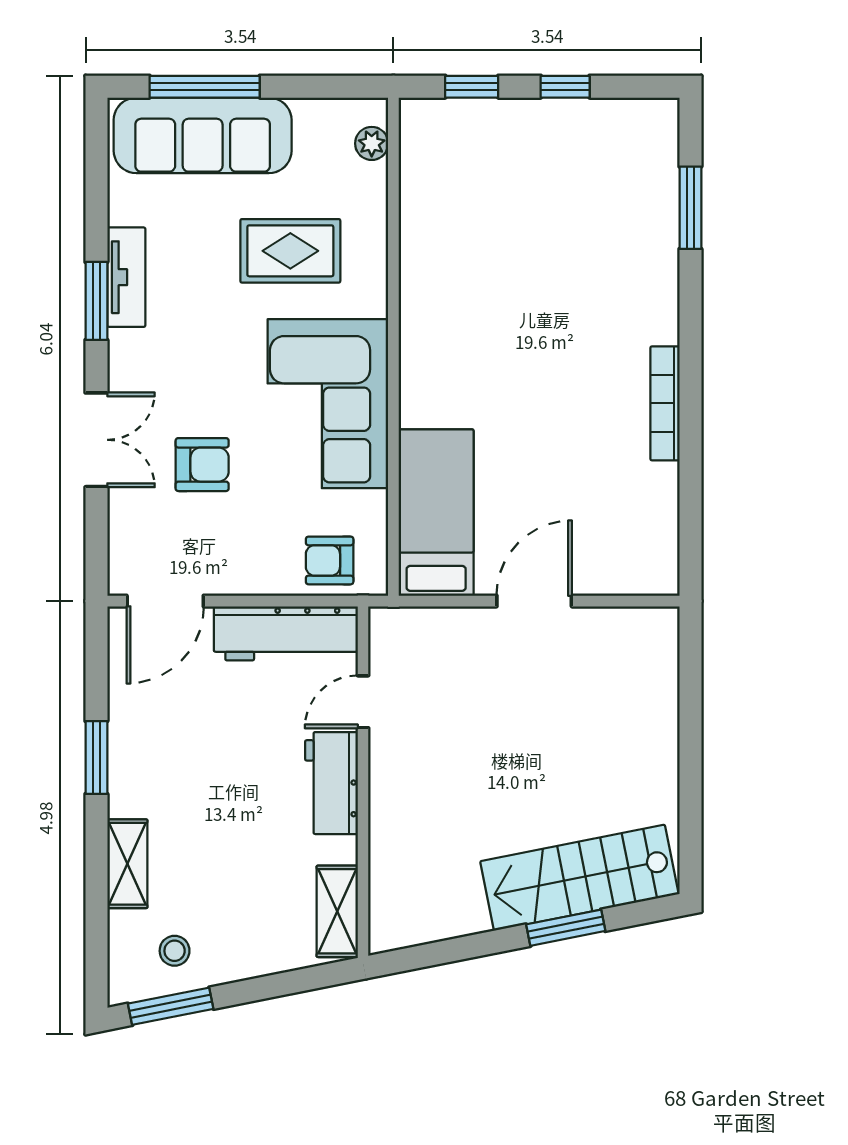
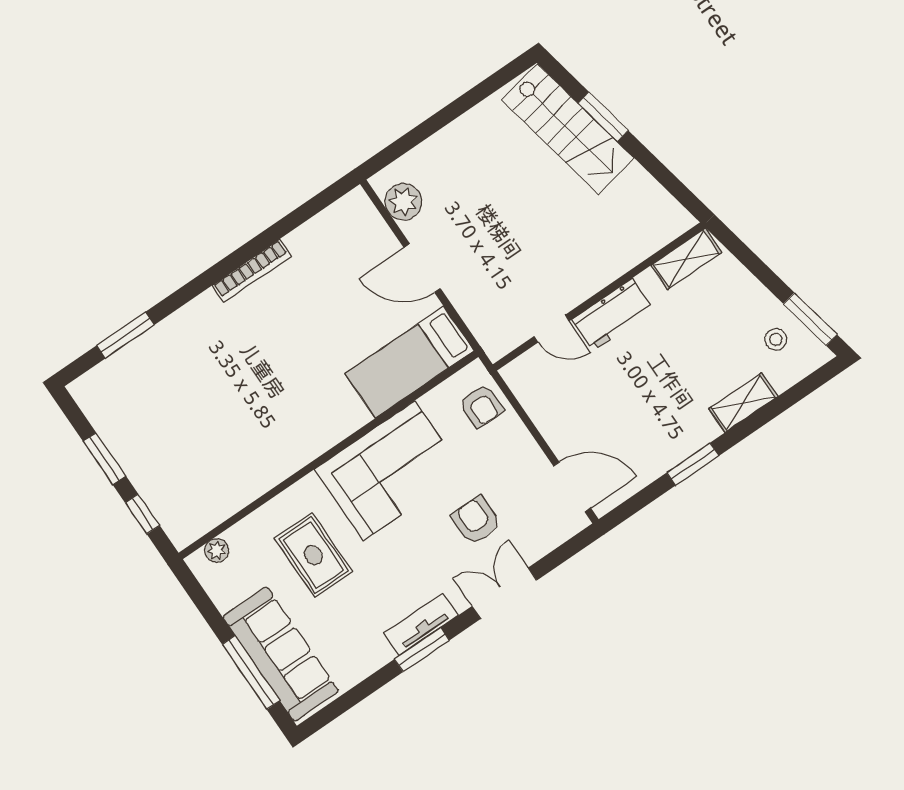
window: (565, 87) -> (104, 459), width x1.50
tv unit: (126, 277) -> (421, 624), moved
plant: (625, 632) -> (403, 202), added
workbench: (286, 633) -> (542, 402), removed

